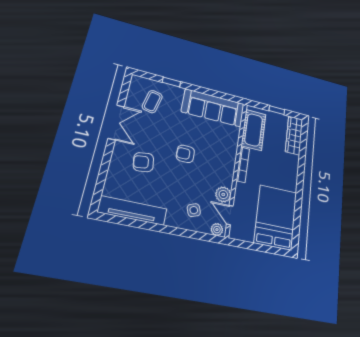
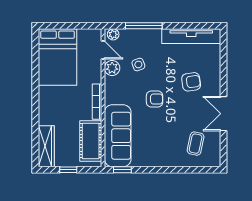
window: (171, 82) -> (122, 170), moved
sofa: (213, 108) -> (118, 136), moved, turned 90
side table: (194, 210) -> (138, 64), moved
window: (183, 233) -> (144, 26), added

